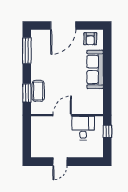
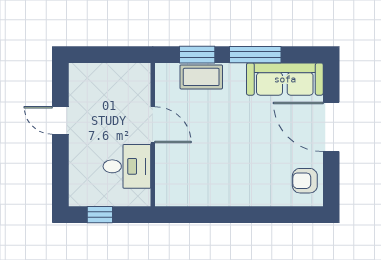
window: (27, 51) -> (255, 55), moved
sofa: (95, 69) -> (285, 79), moved, turned 180
window: (107, 131) -> (100, 215), moved

